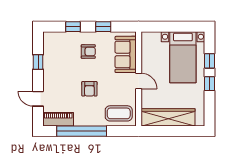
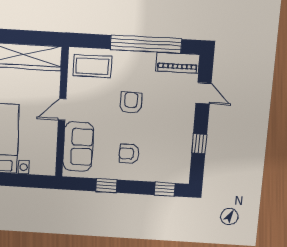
window: (73, 27) -> (165, 189), moved
door: (139, 81) -> (62, 109), hinge flipped

